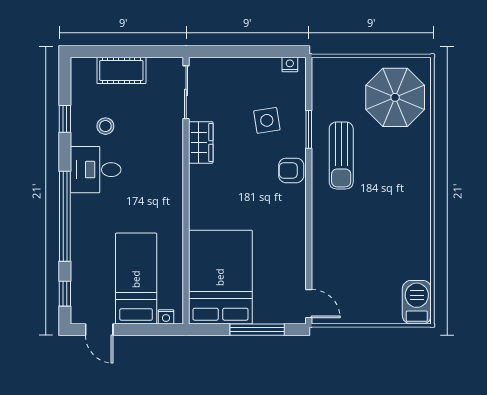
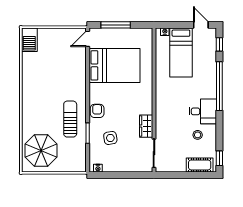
cot: (121, 70) -> (200, 165), moved
window: (65, 119) -> (219, 158), moved
armchair: (291, 170) -> (97, 111), turned -90
bed: (220, 277) -> (114, 65), moved, turned -90
door: (309, 304) -> (88, 39), hinge flipped

